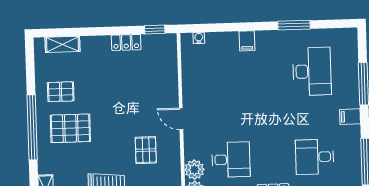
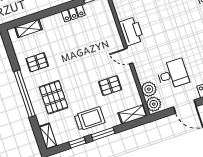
printer: (194, 88) -> (131, 31), added
pallet: (70, 128) -> (54, 97), moved, turned 90
pallet: (146, 150) -> (110, 86), turned 90

